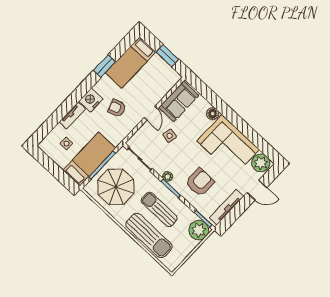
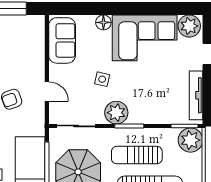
door: (151, 113) -> (47, 92), moved
side table: (170, 136) -> (102, 79), moved
plant: (168, 176) -> (116, 113), width x1.88, depth x1.88
armchair: (200, 182) -> (150, 96), removed

